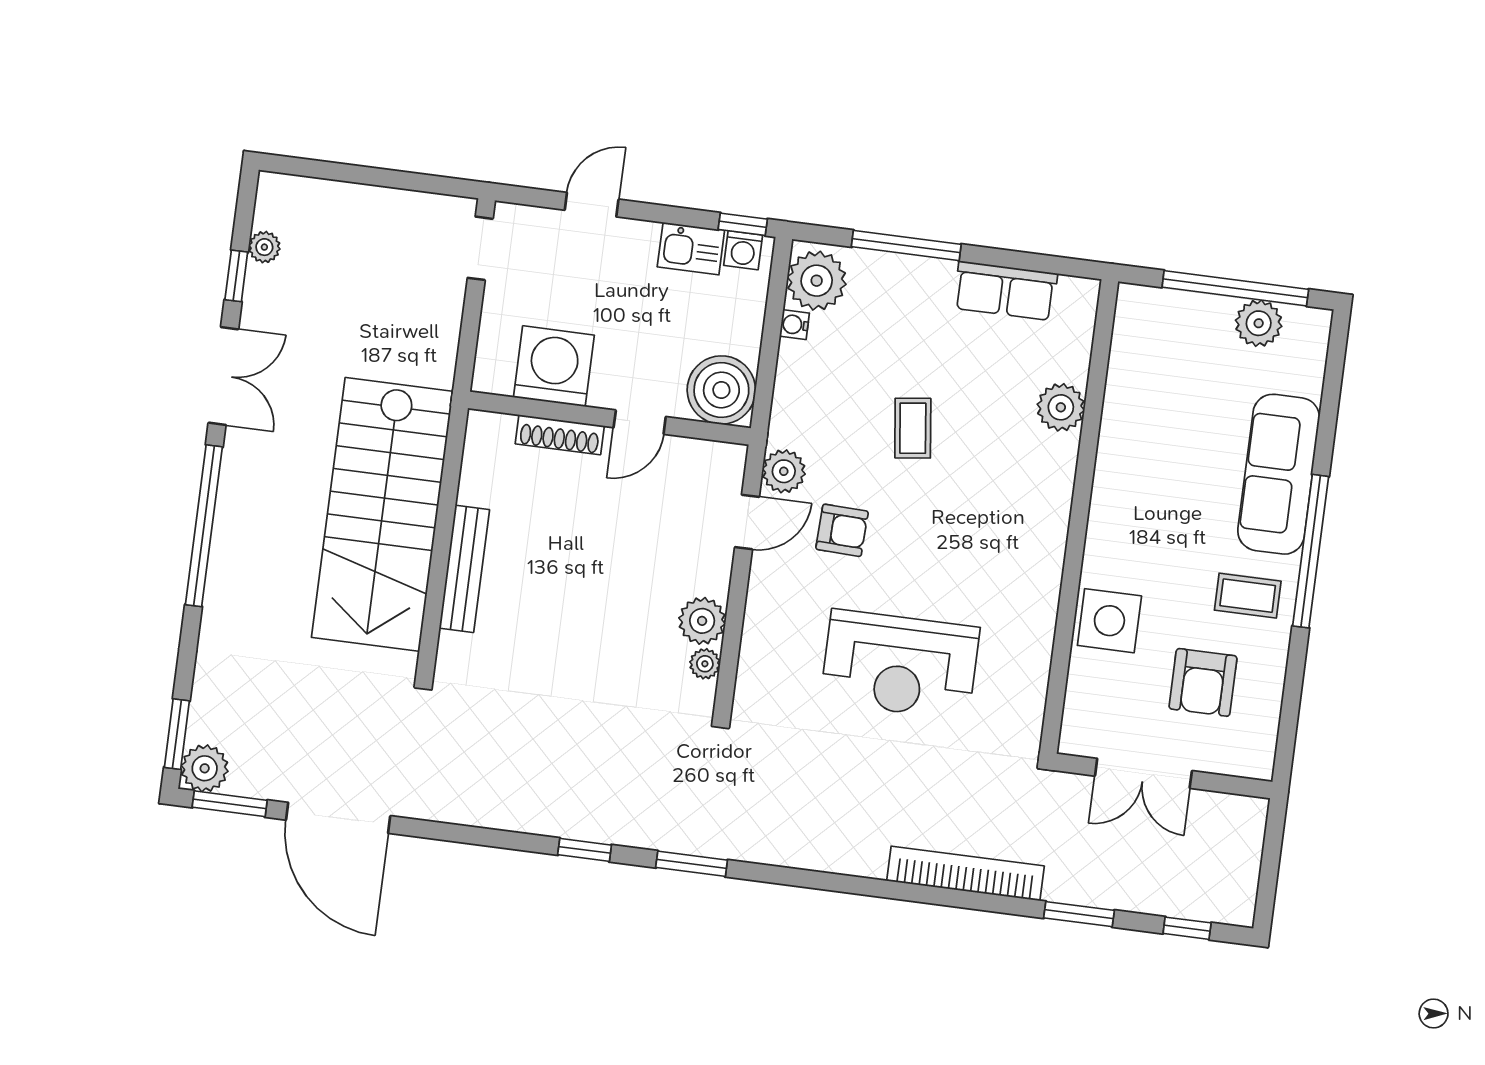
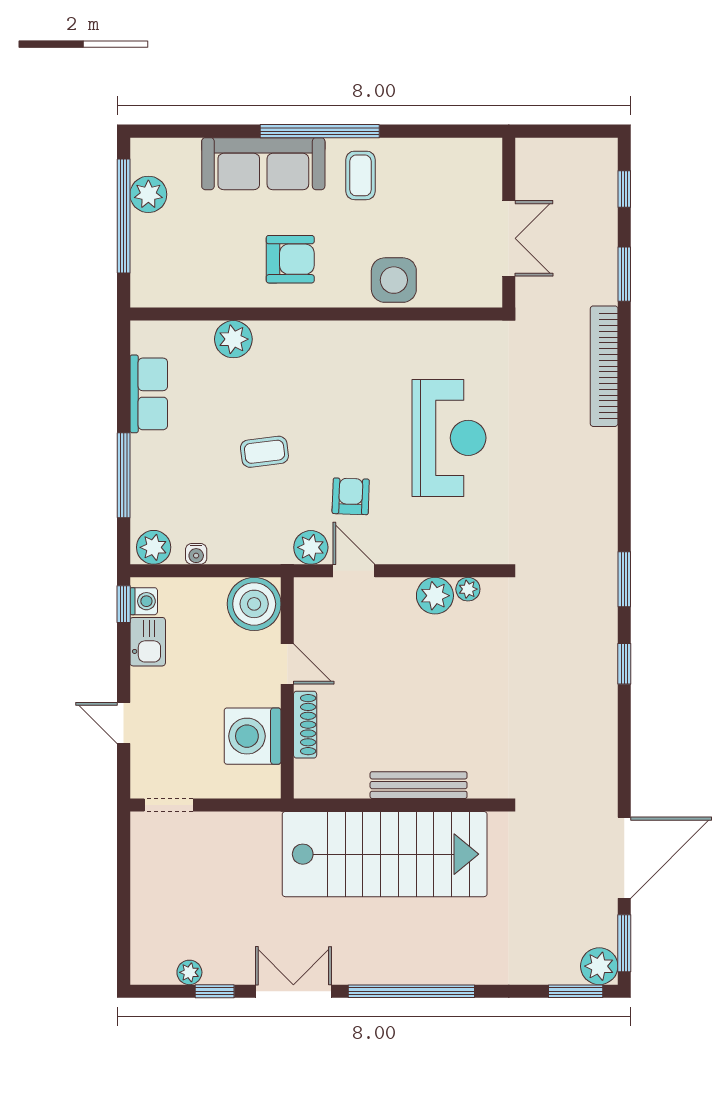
plant: (817, 281) -> (154, 547), width x0.73, depth x0.73
armchair: (1203, 682) -> (290, 259), moved

